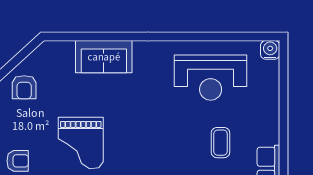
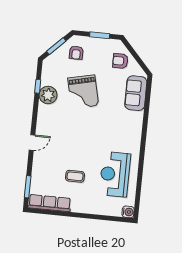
sofa: (104, 57) -> (136, 93), moved
grand piano: (81, 143) -> (83, 92), turned -103

